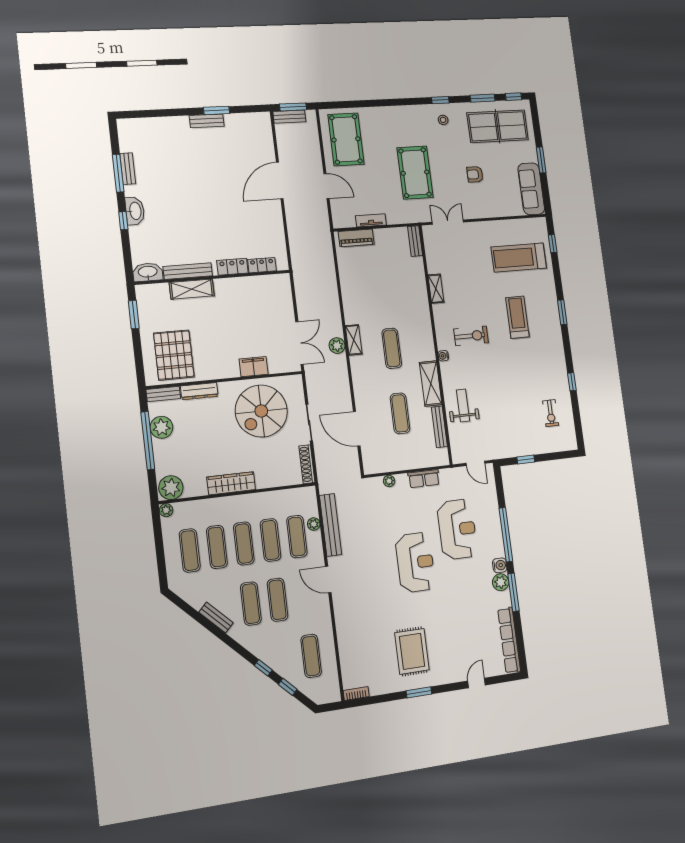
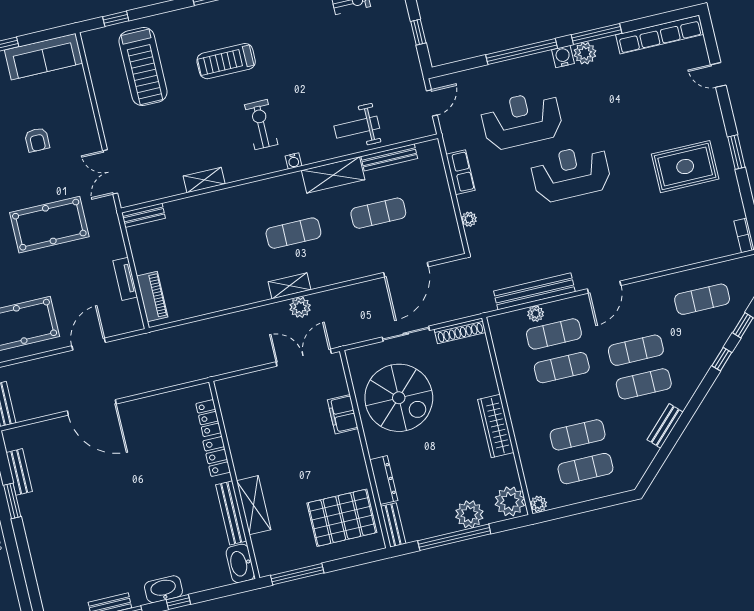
bench: (207, 121) -> (19, 472), moved
window: (134, 315) -> (297, 574), width x1.44
plant: (161, 427) -> (469, 514), moved
exercise mat: (244, 543) -> (570, 401), removed

